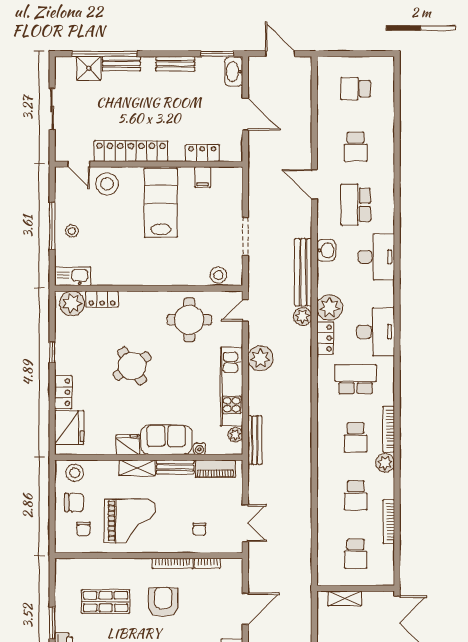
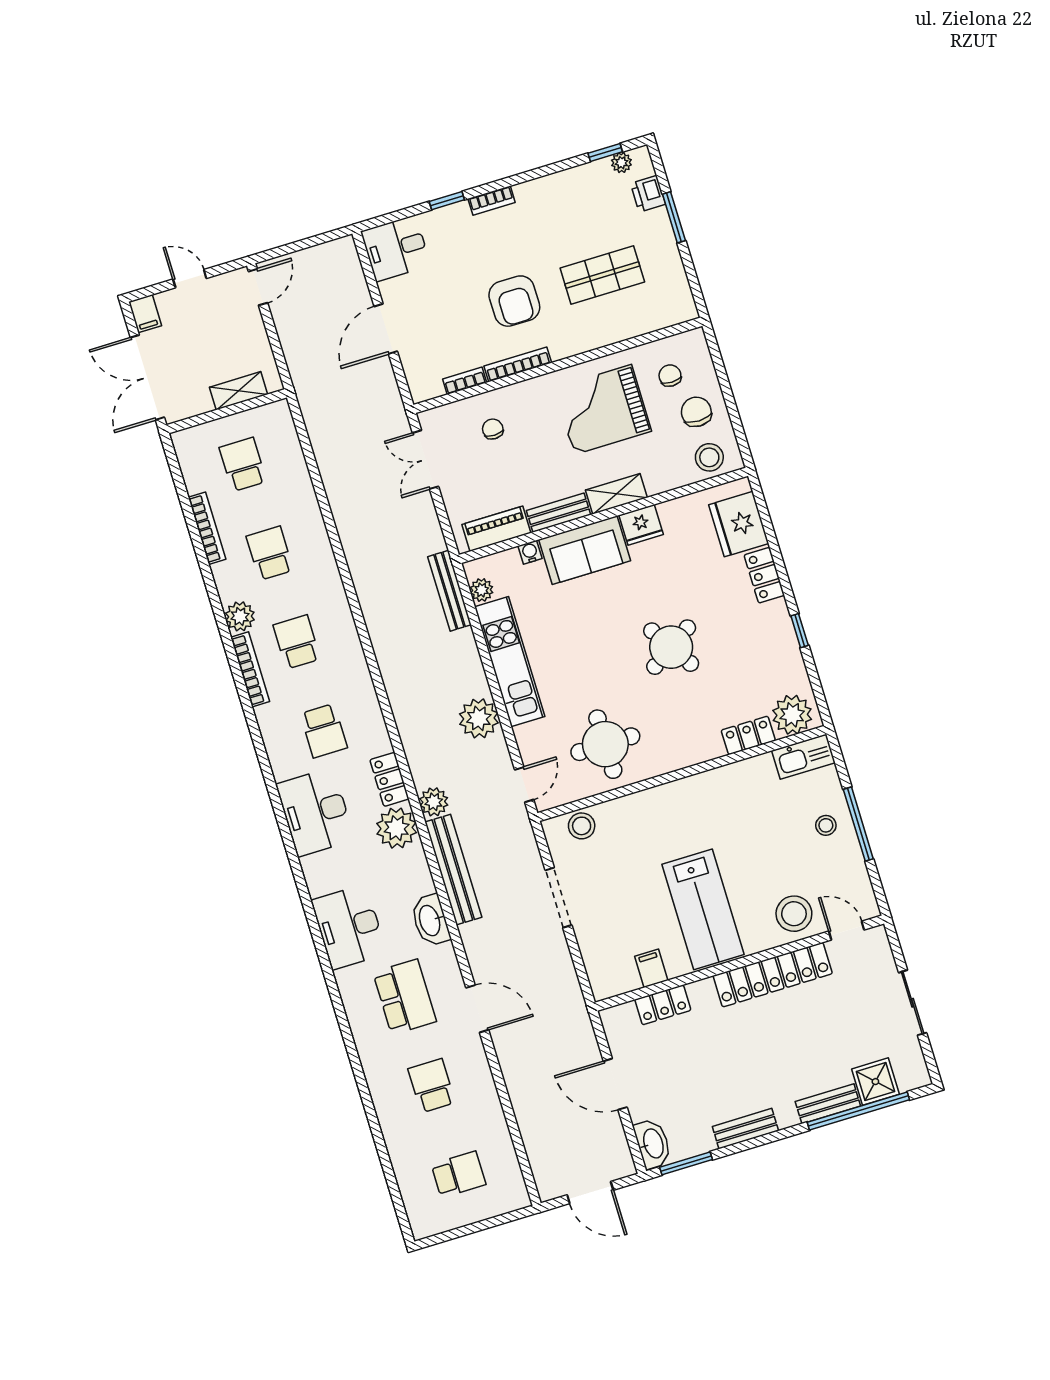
washbasin: (326, 250) -> (430, 920), width x1.38
school desk: (356, 379) -> (324, 731), width x0.54
chair: (74, 502) -> (696, 412), turned 90

